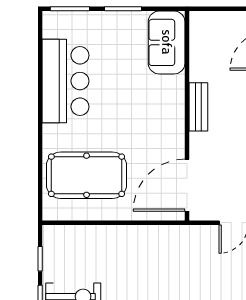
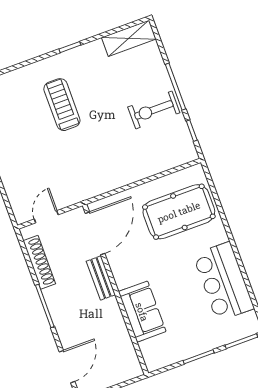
sofa: (167, 42) -> (142, 312), moved
bench: (198, 107) -> (101, 278), moved

